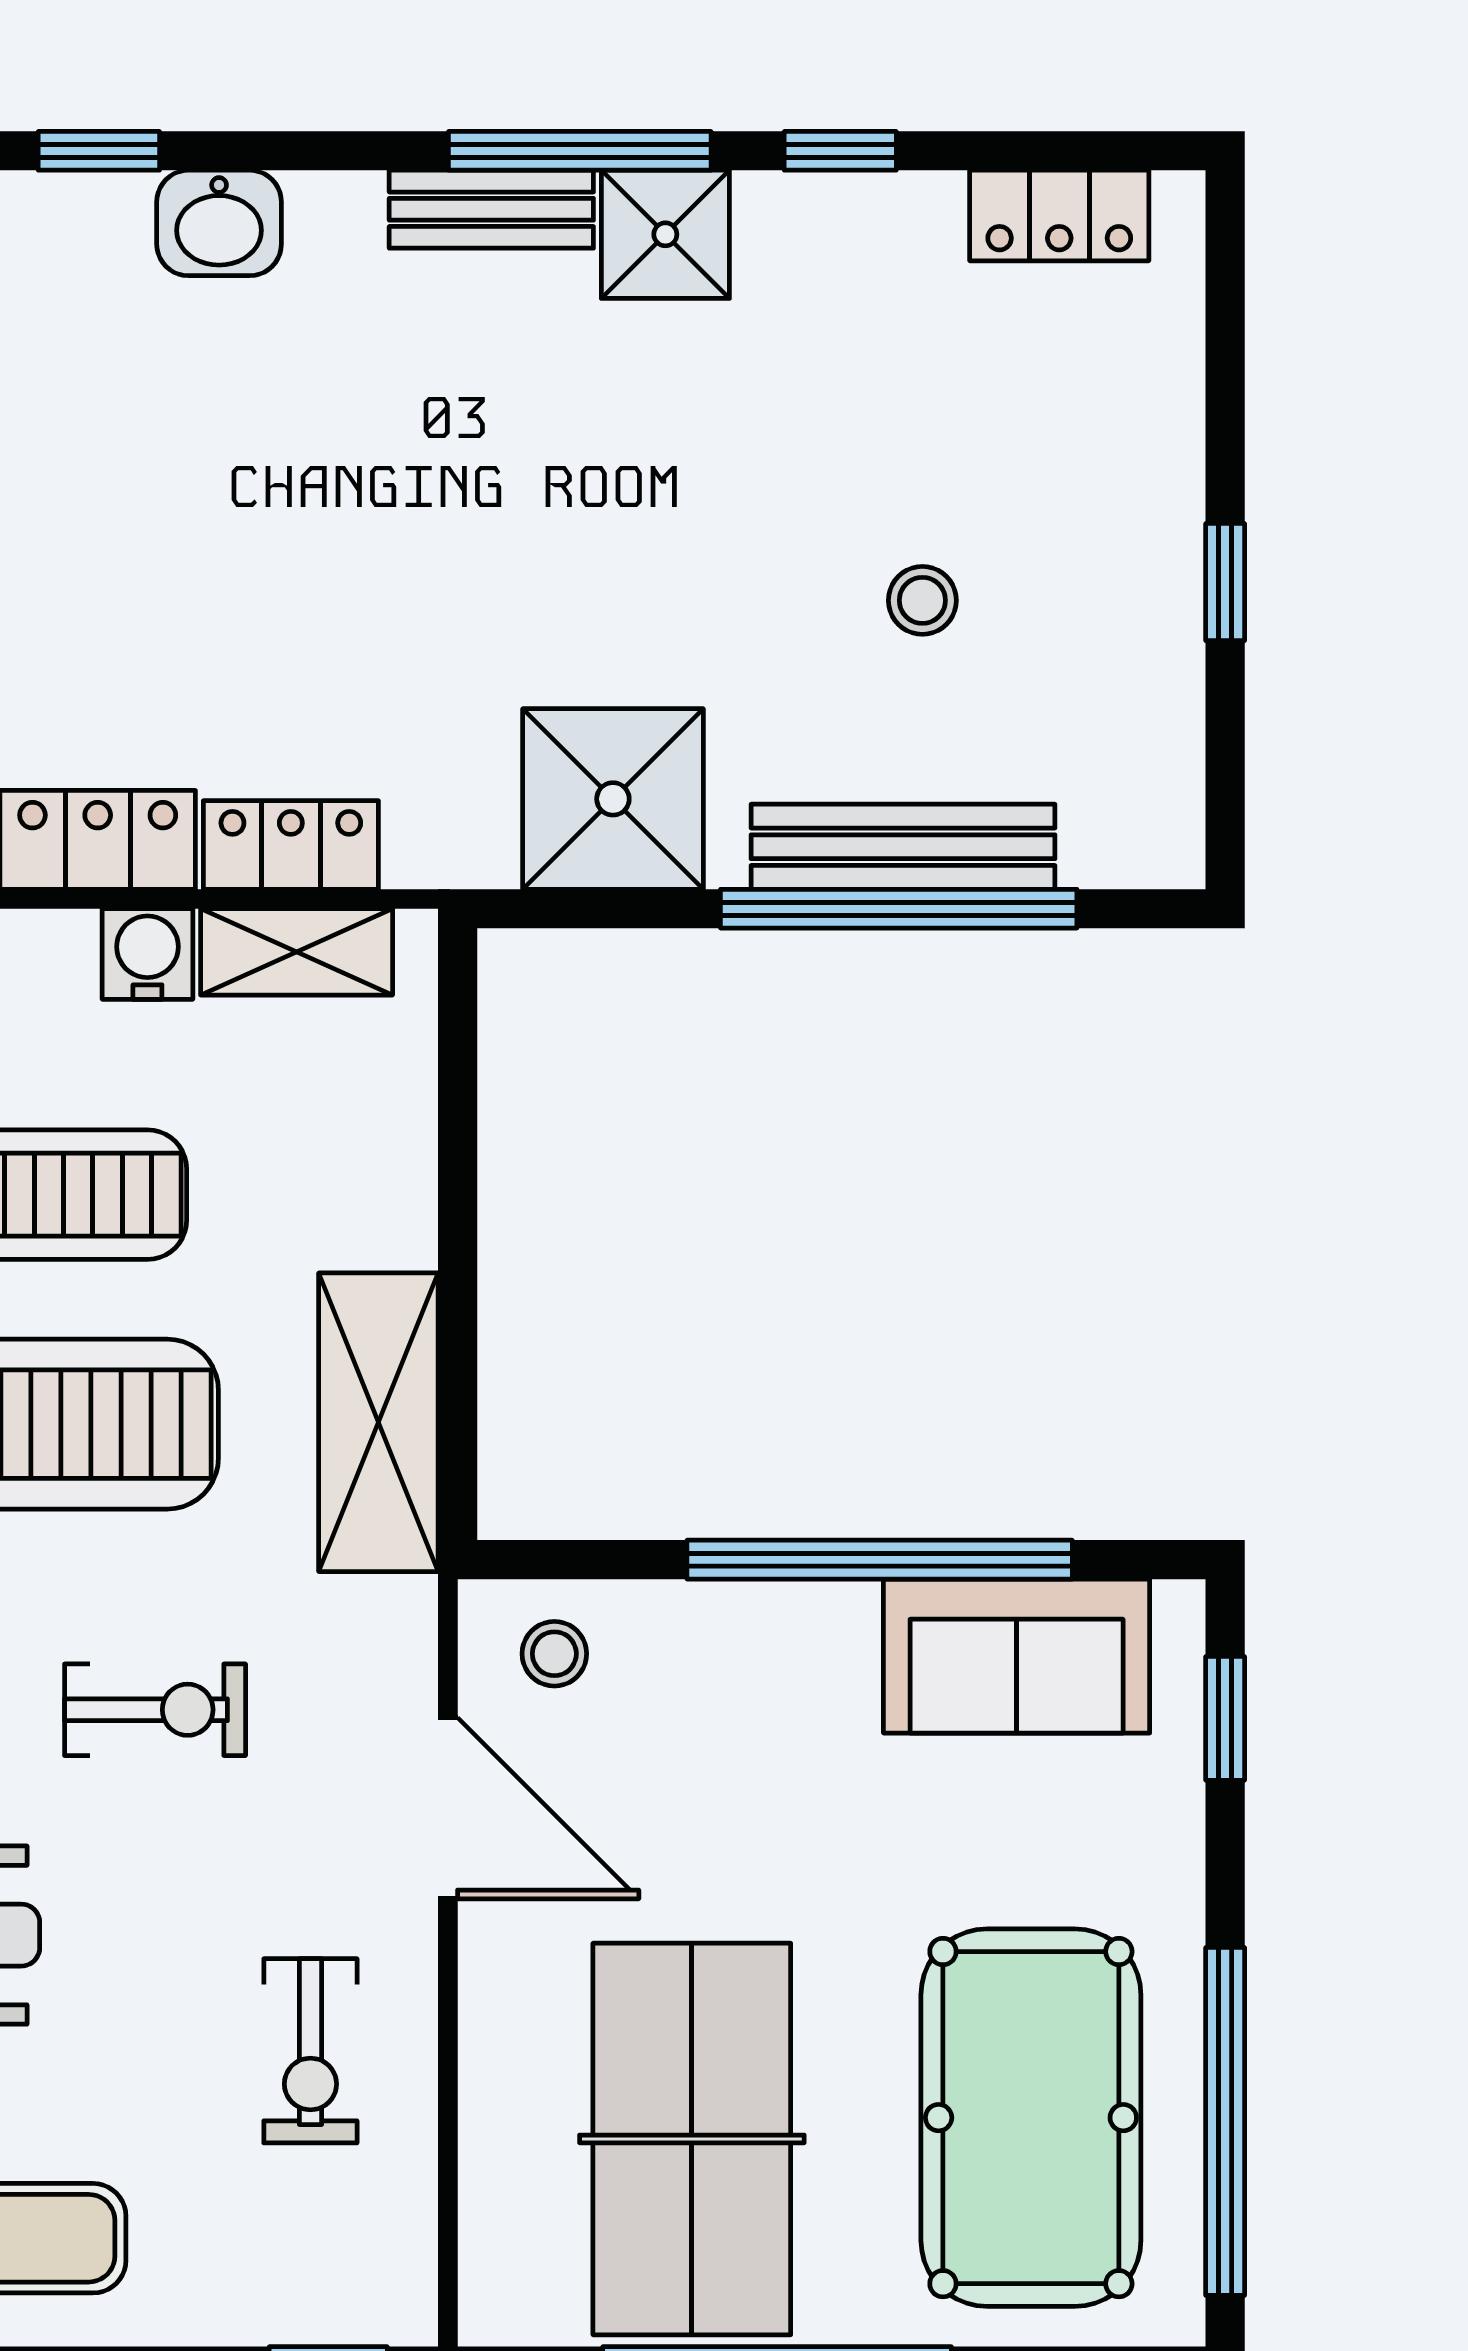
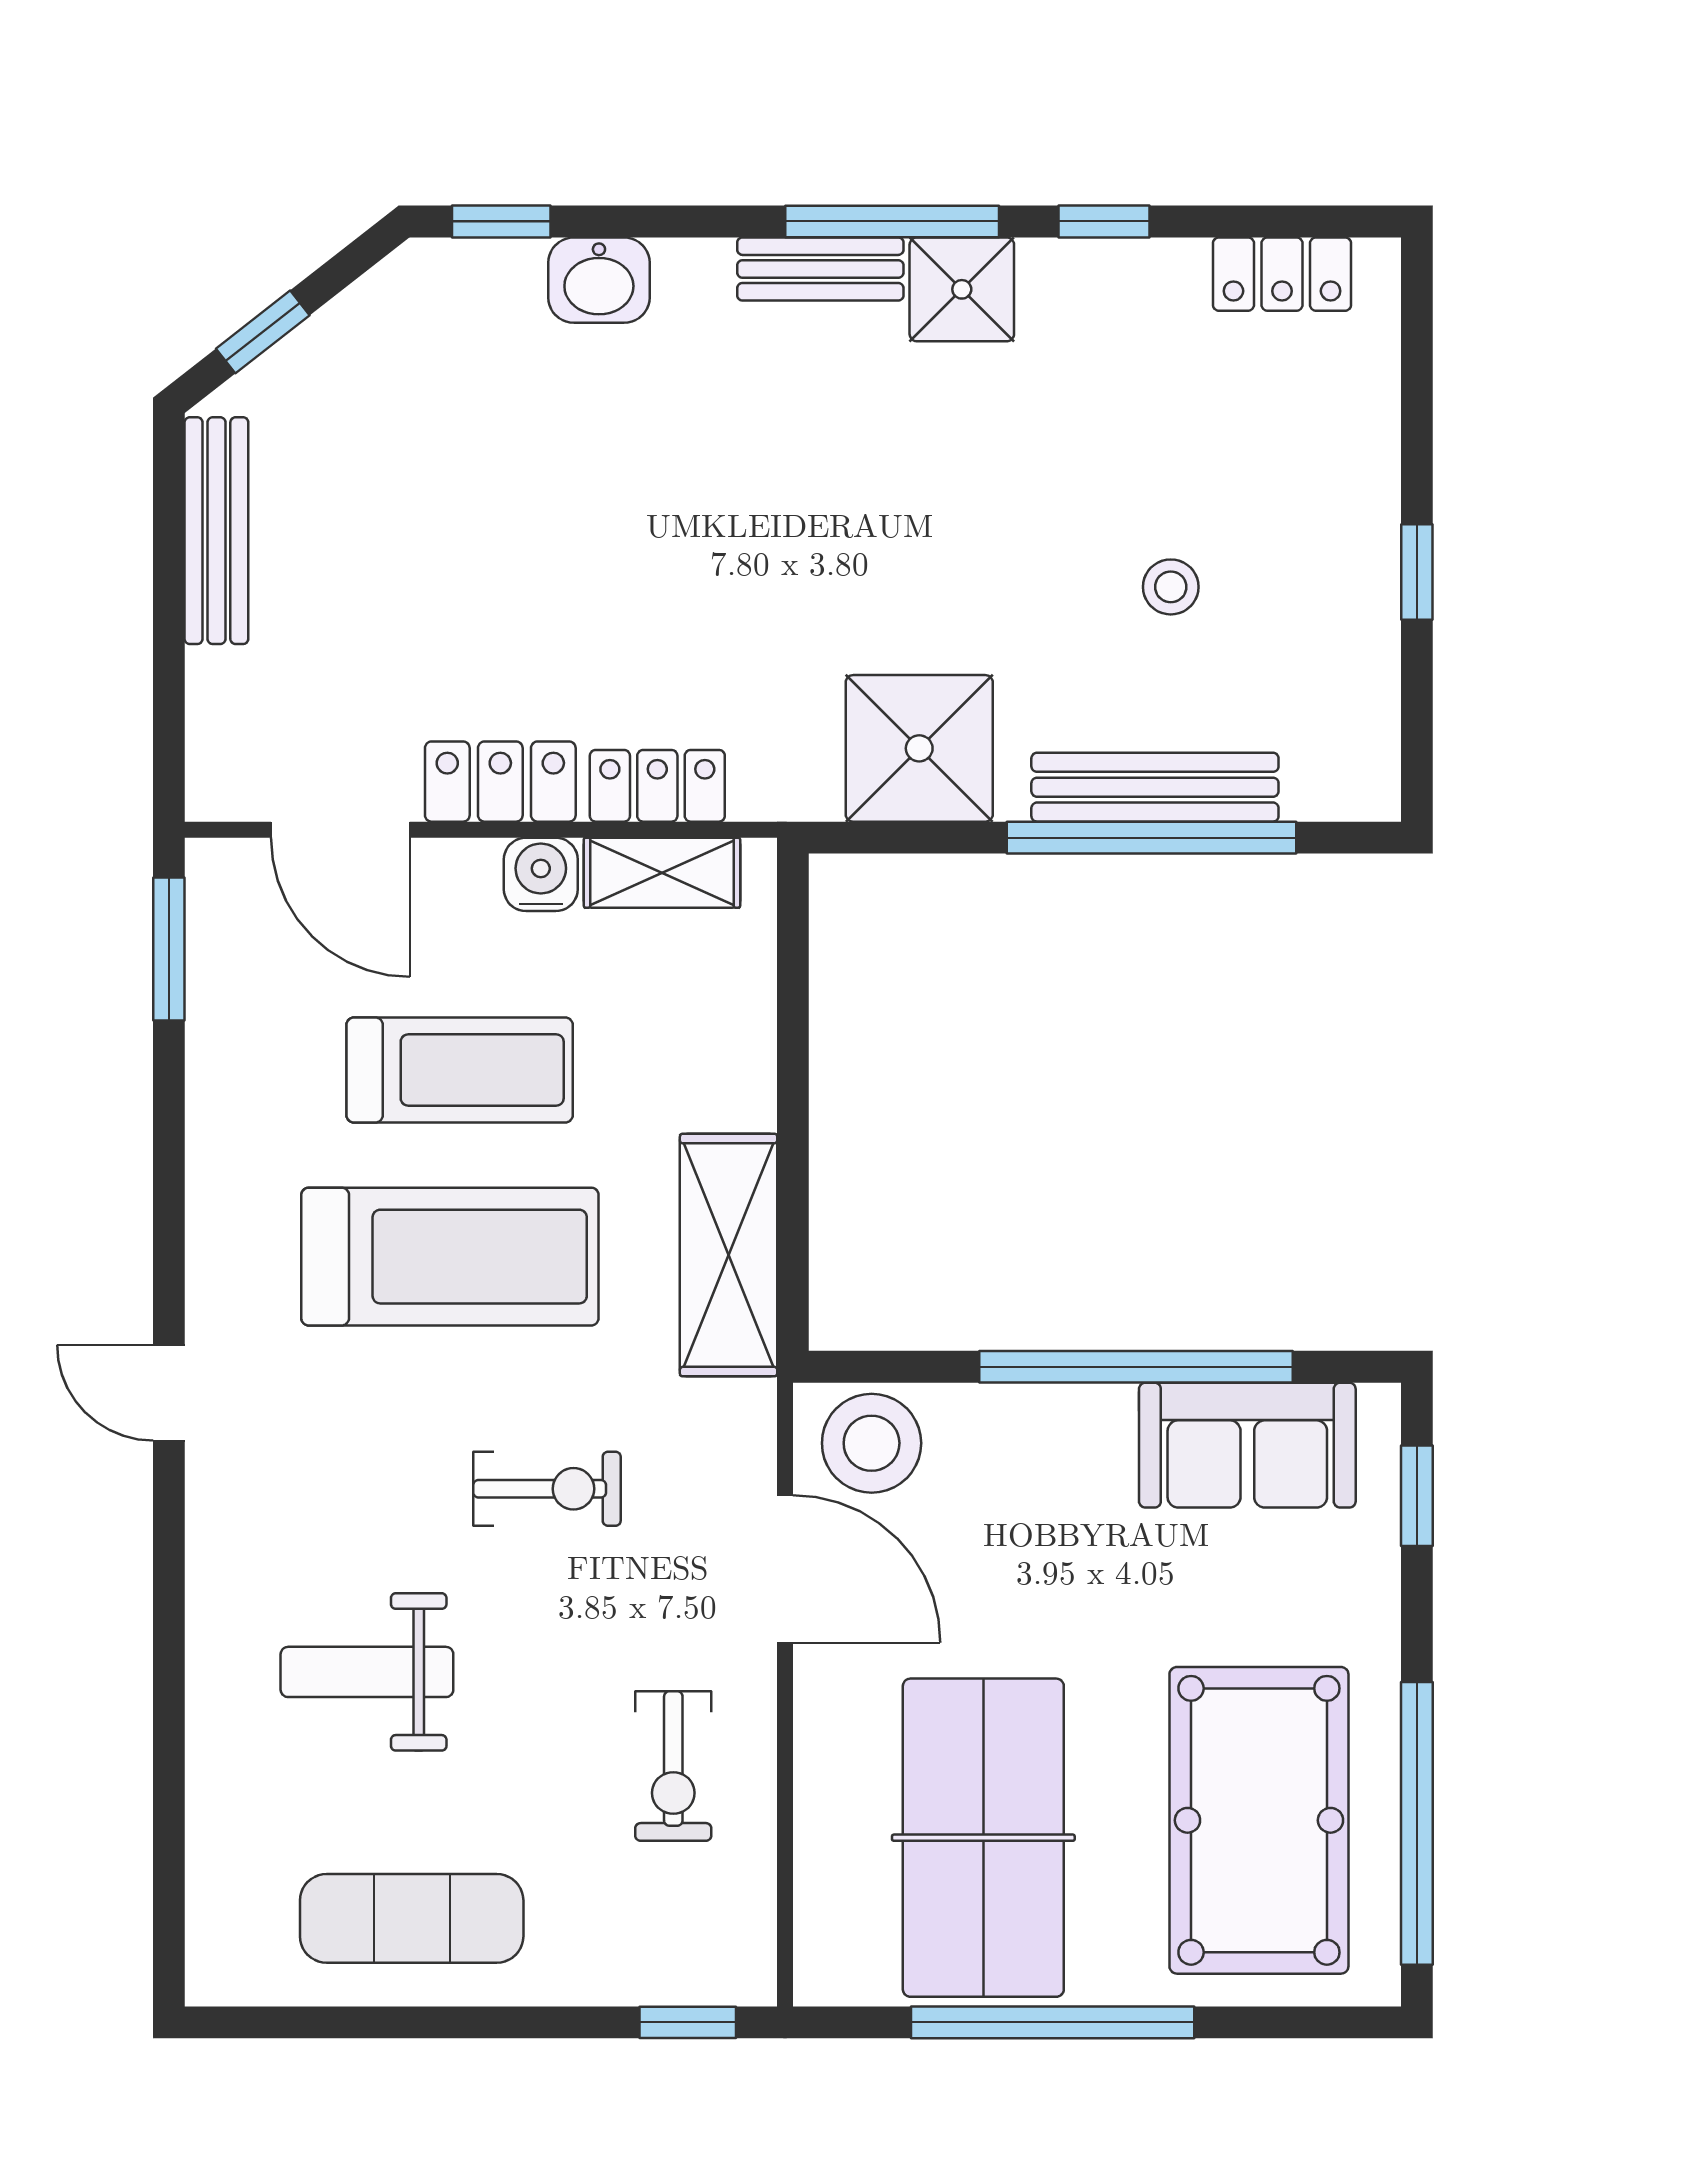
stool: (554, 1654) -> (872, 1443), width x1.89, depth x1.89

